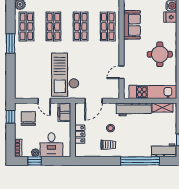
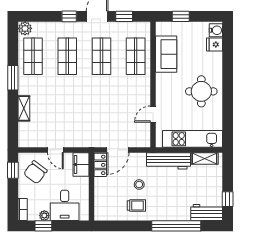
shelving: (19, 68) -> (24, 108), added
checkout: (65, 75) -> (82, 117), removed
chair: (28, 118) -> (35, 172), turned -143
locker: (80, 134) -> (100, 165), moved

